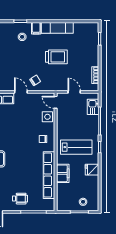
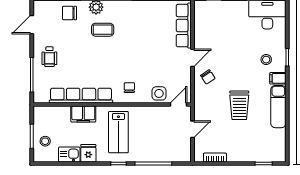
kitchen sink: (93, 107) -> (69, 154), moved

